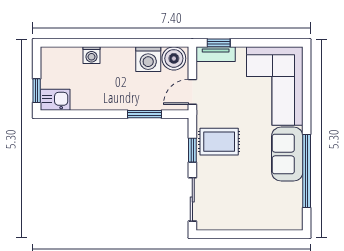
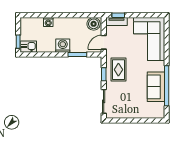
washing machine: (148, 59) -> (63, 46), moved, turned 180
rug: (219, 142) -> (118, 70), turned 90
sofa: (287, 154) -> (156, 87), moved

